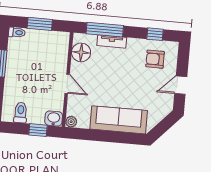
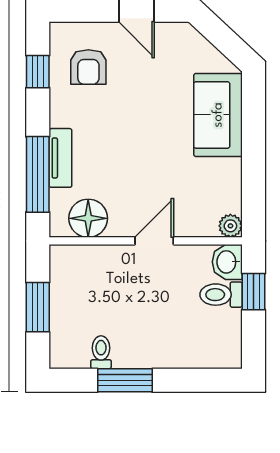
toilet: (17, 32) -> (101, 352), moved
toilet: (21, 113) -> (221, 295), moved
sofa: (119, 120) -> (218, 115), width x0.73

